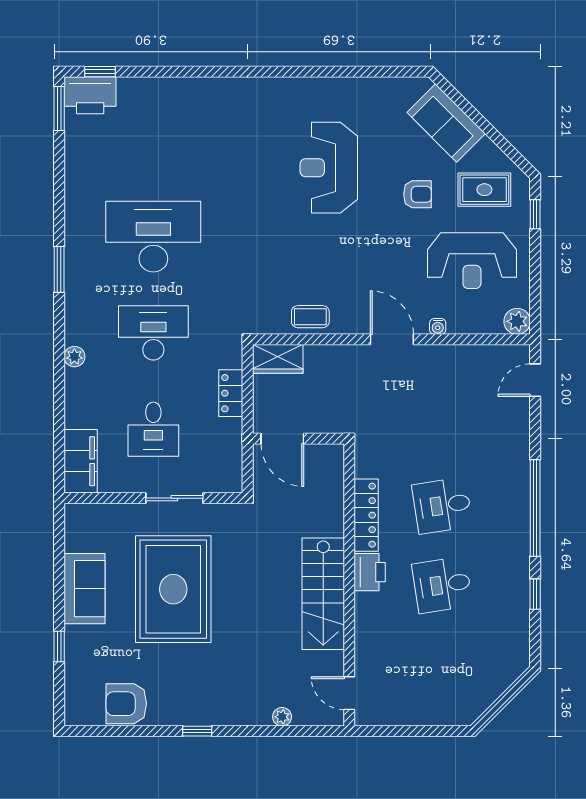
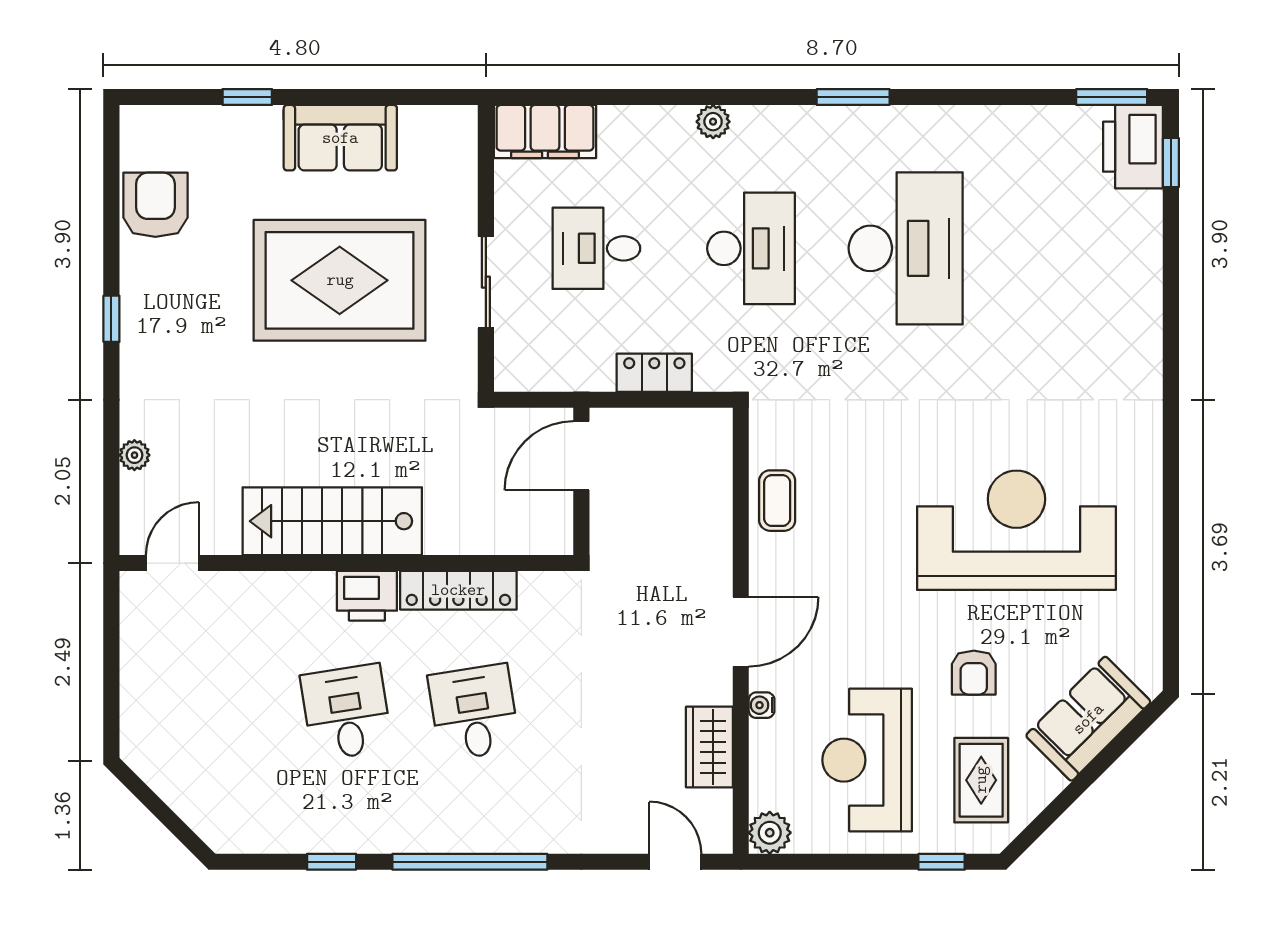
reception desk: (329, 168) -> (1016, 530), width x1.36, depth x1.30
wardrobe: (278, 359) -> (709, 747), moved

